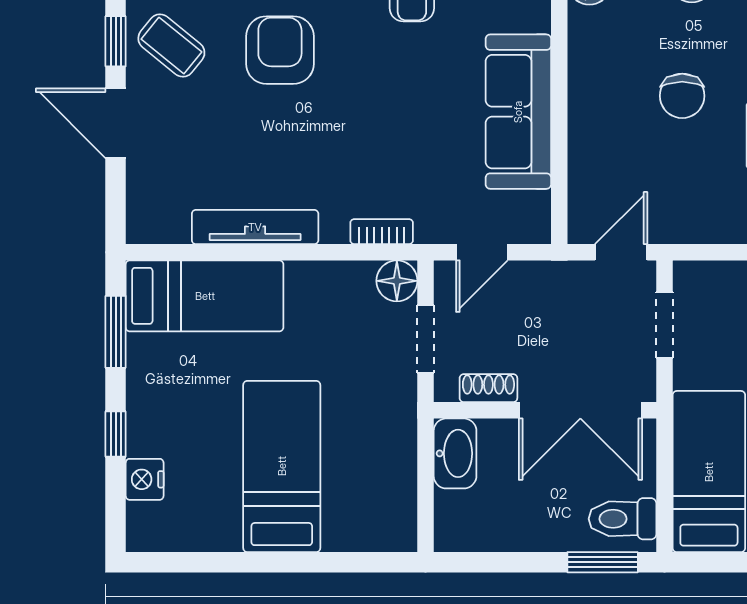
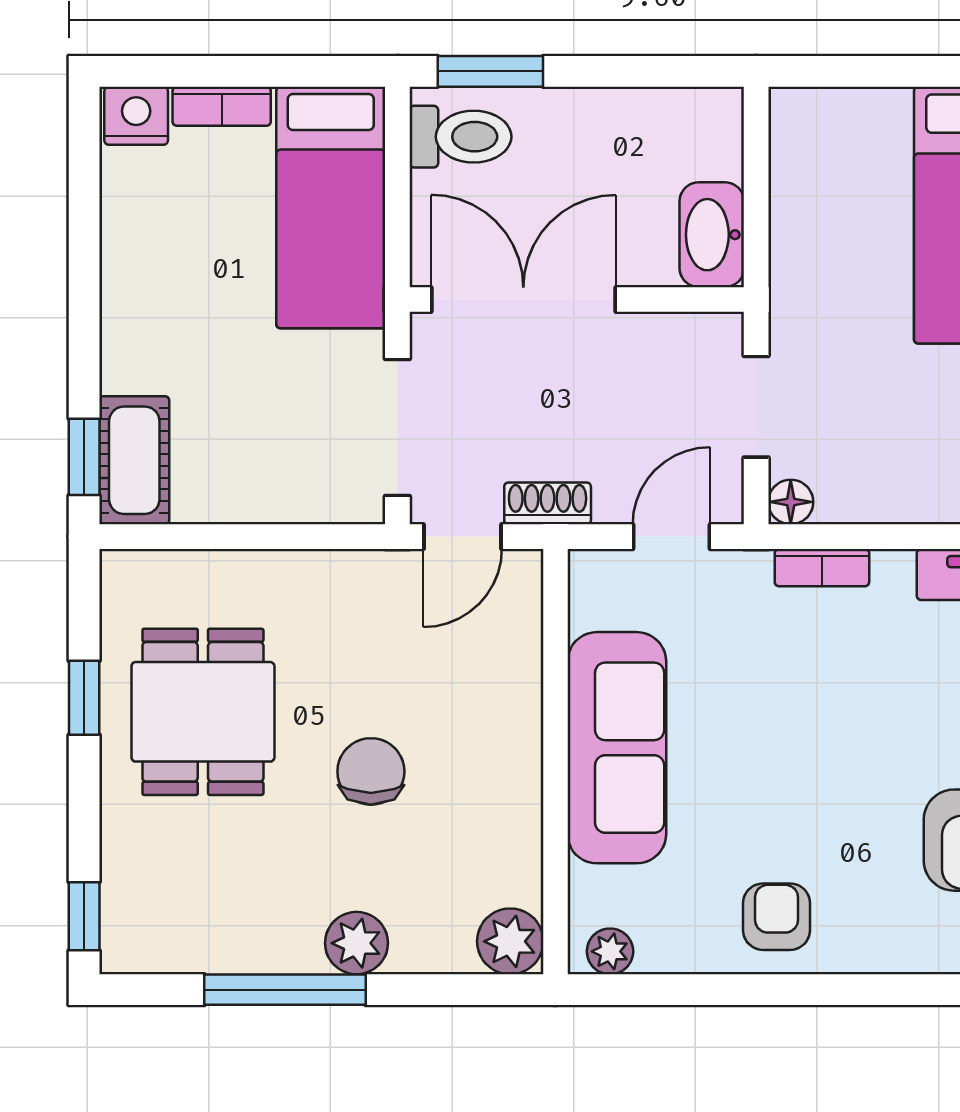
floor lamp: (397, 281) -> (791, 502), width x0.73, depth x0.73
doorway: (665, 325) -> (397, 428), width x1.38
shoe rack: (488, 388) -> (548, 503), moved, turned 180

